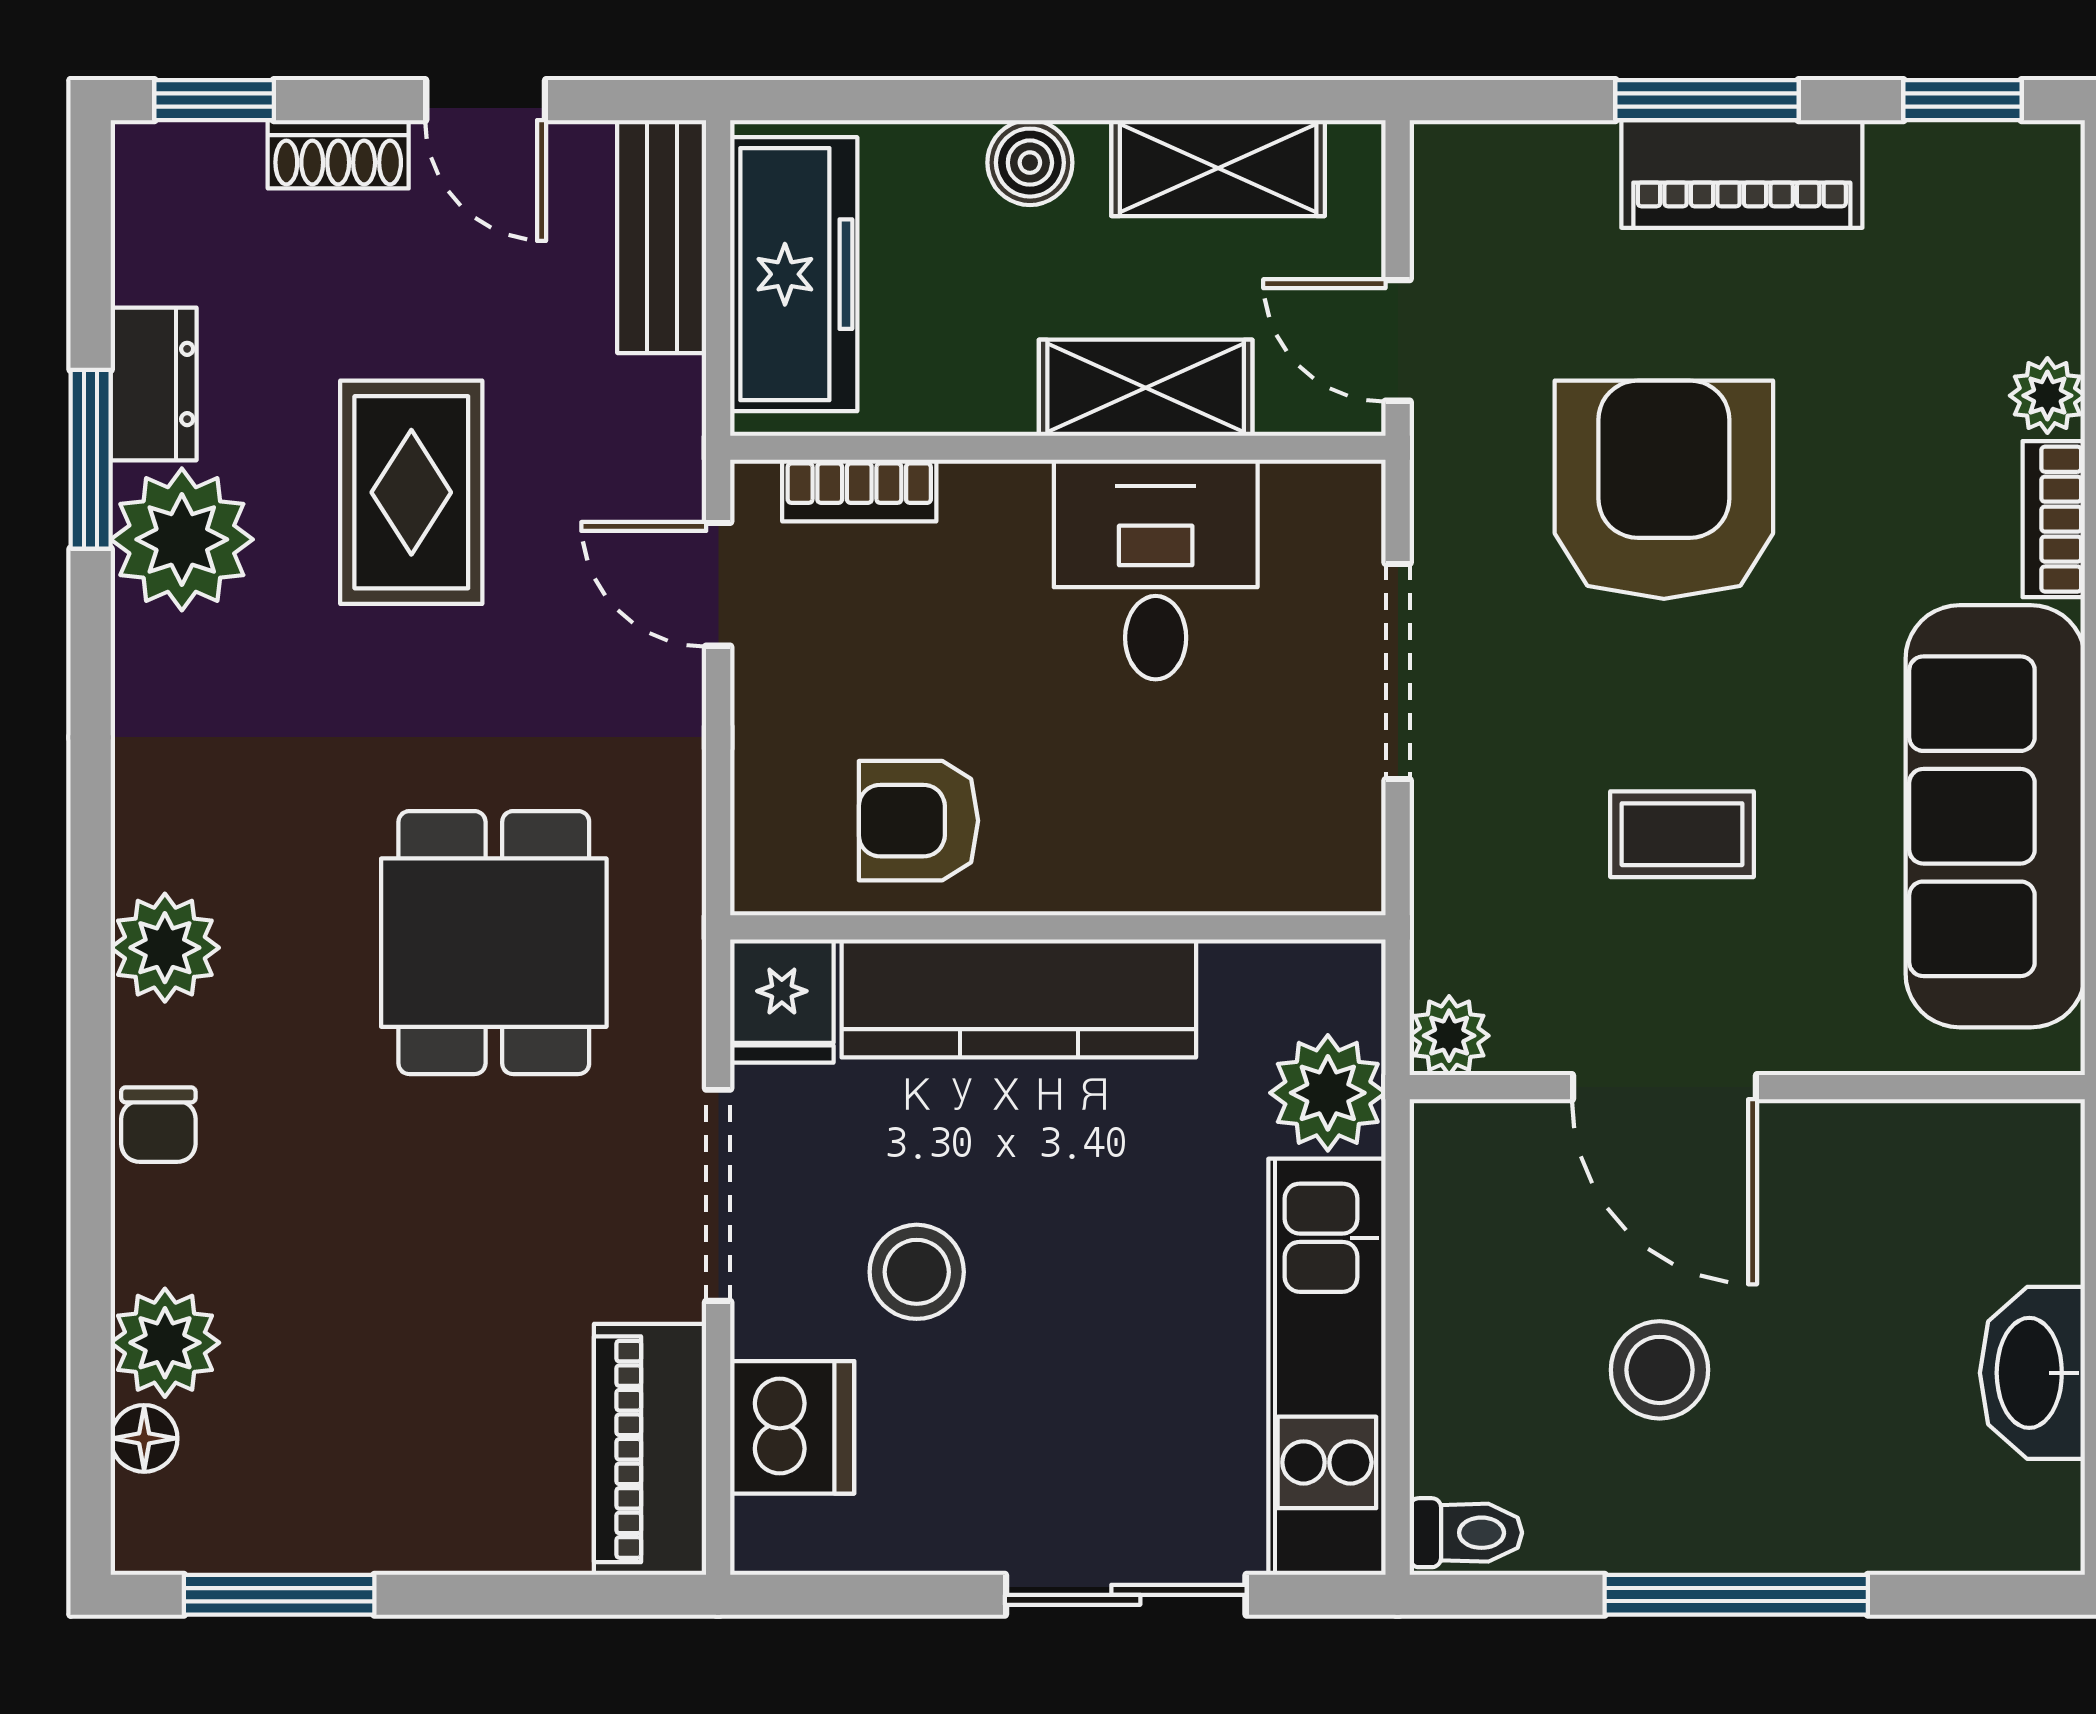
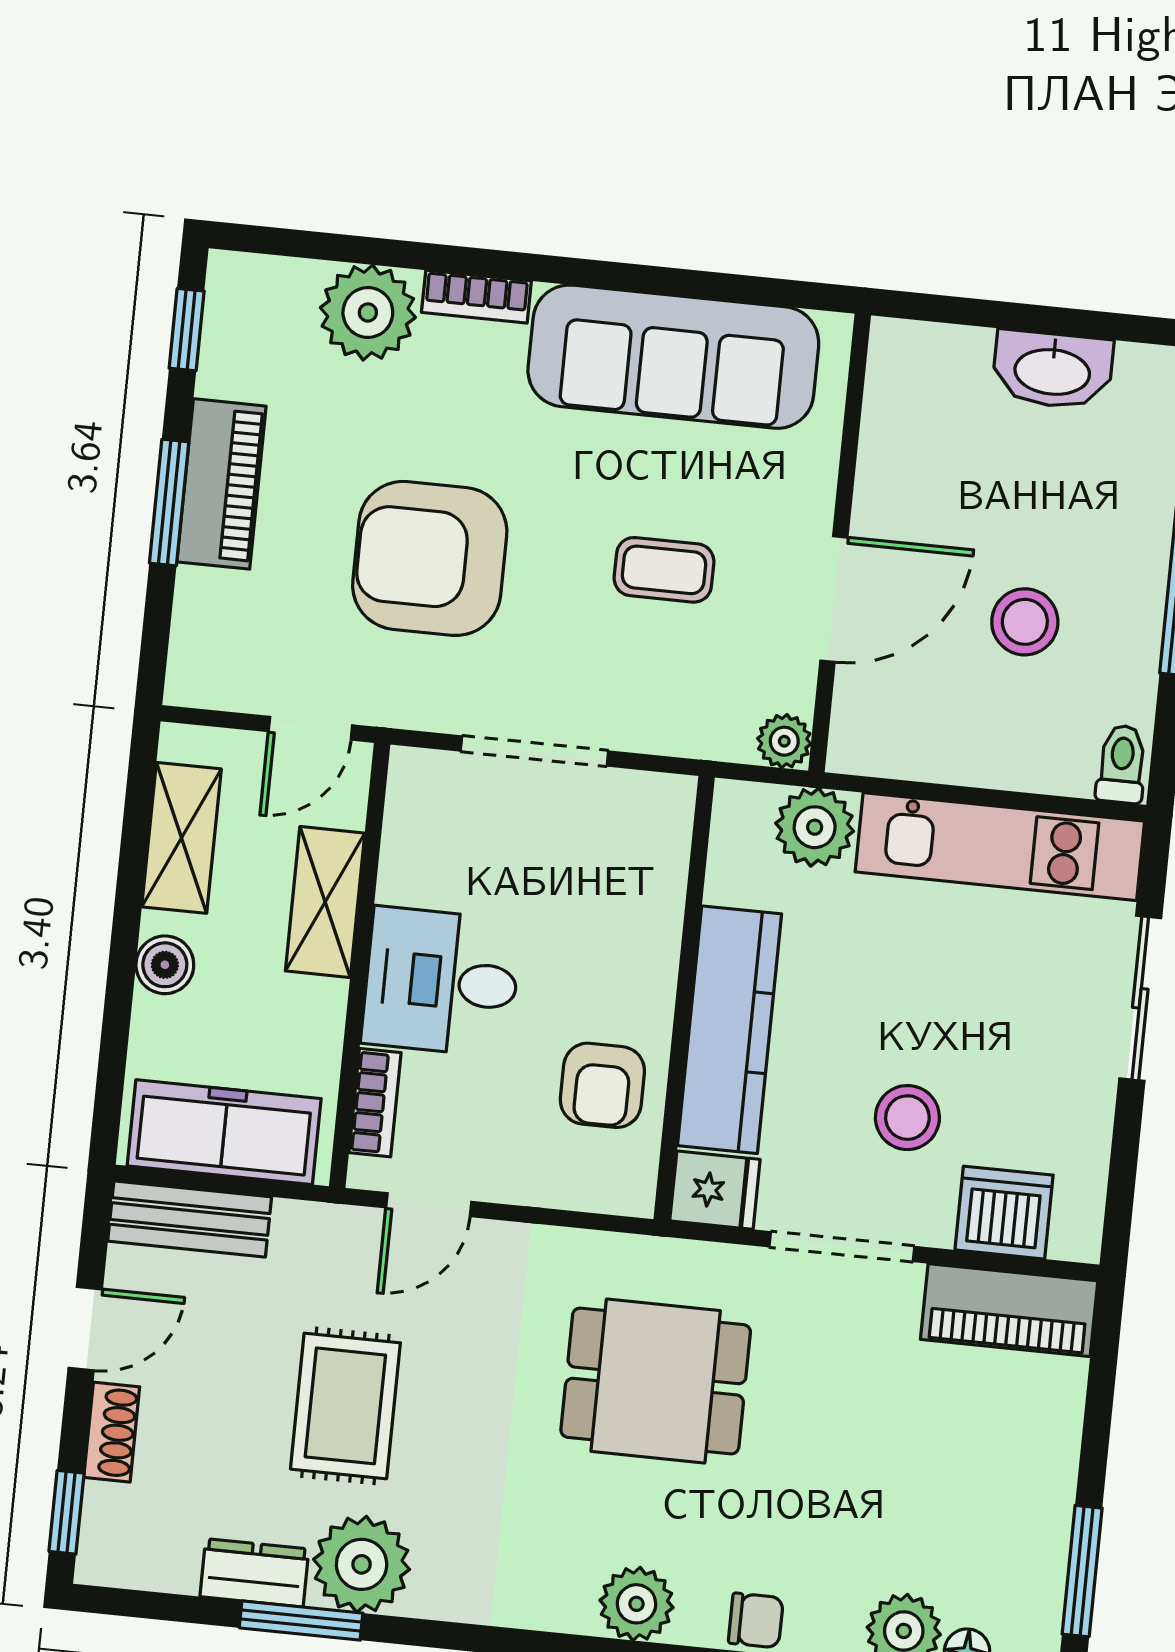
plant: (2047, 396) -> (368, 312), width x1.88, depth x1.88
rug: (411, 492) -> (345, 1406), turned 90
desk: (1156, 570) -> (441, 982), moved
coffee table: (1682, 834) -> (664, 570), turned 90

